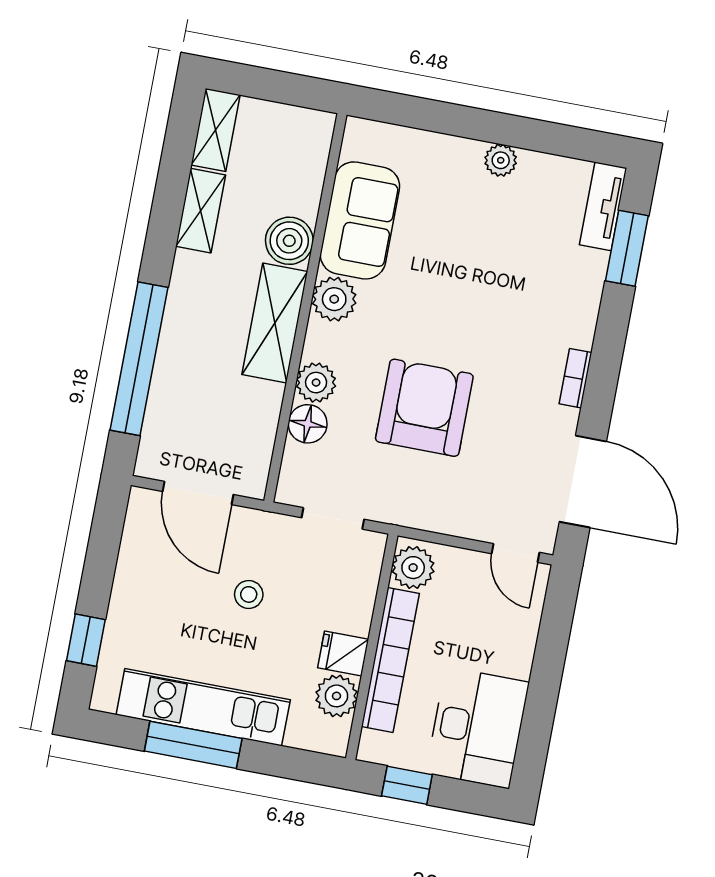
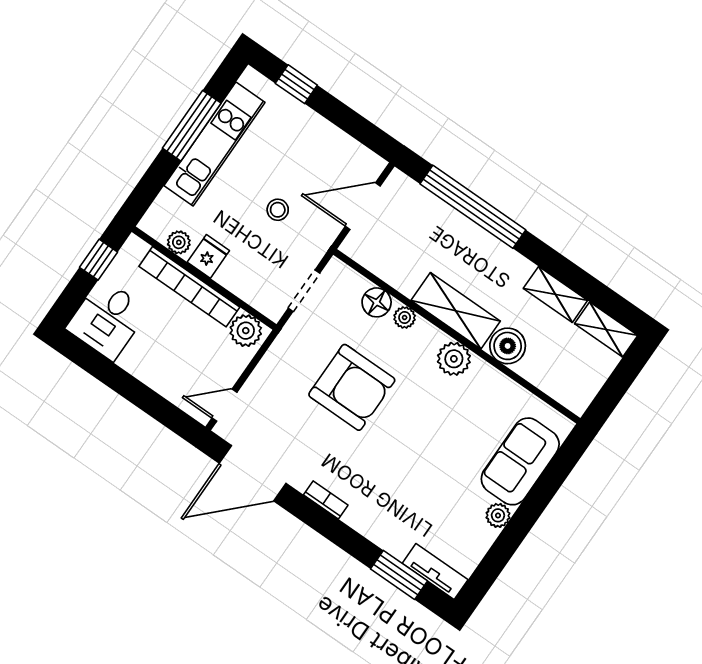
sofa: (360, 220) -> (520, 461), moved, turned 90
plant: (316, 383) -> (405, 317), width x0.73, depth x0.73
plant: (336, 696) -> (179, 242), width x0.73, depth x0.73
desk: (477, 728) -> (107, 319), width x0.73

